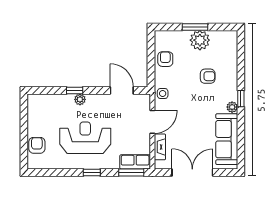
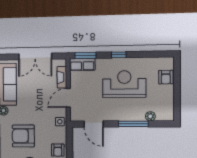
armchair: (208, 76) -> (23, 136), width x1.88, depth x1.88
window: (75, 90) -> (133, 124), width x2.17
plant: (80, 99) -> (150, 116), moved
reception desk: (85, 138) -> (124, 84), turned 180

